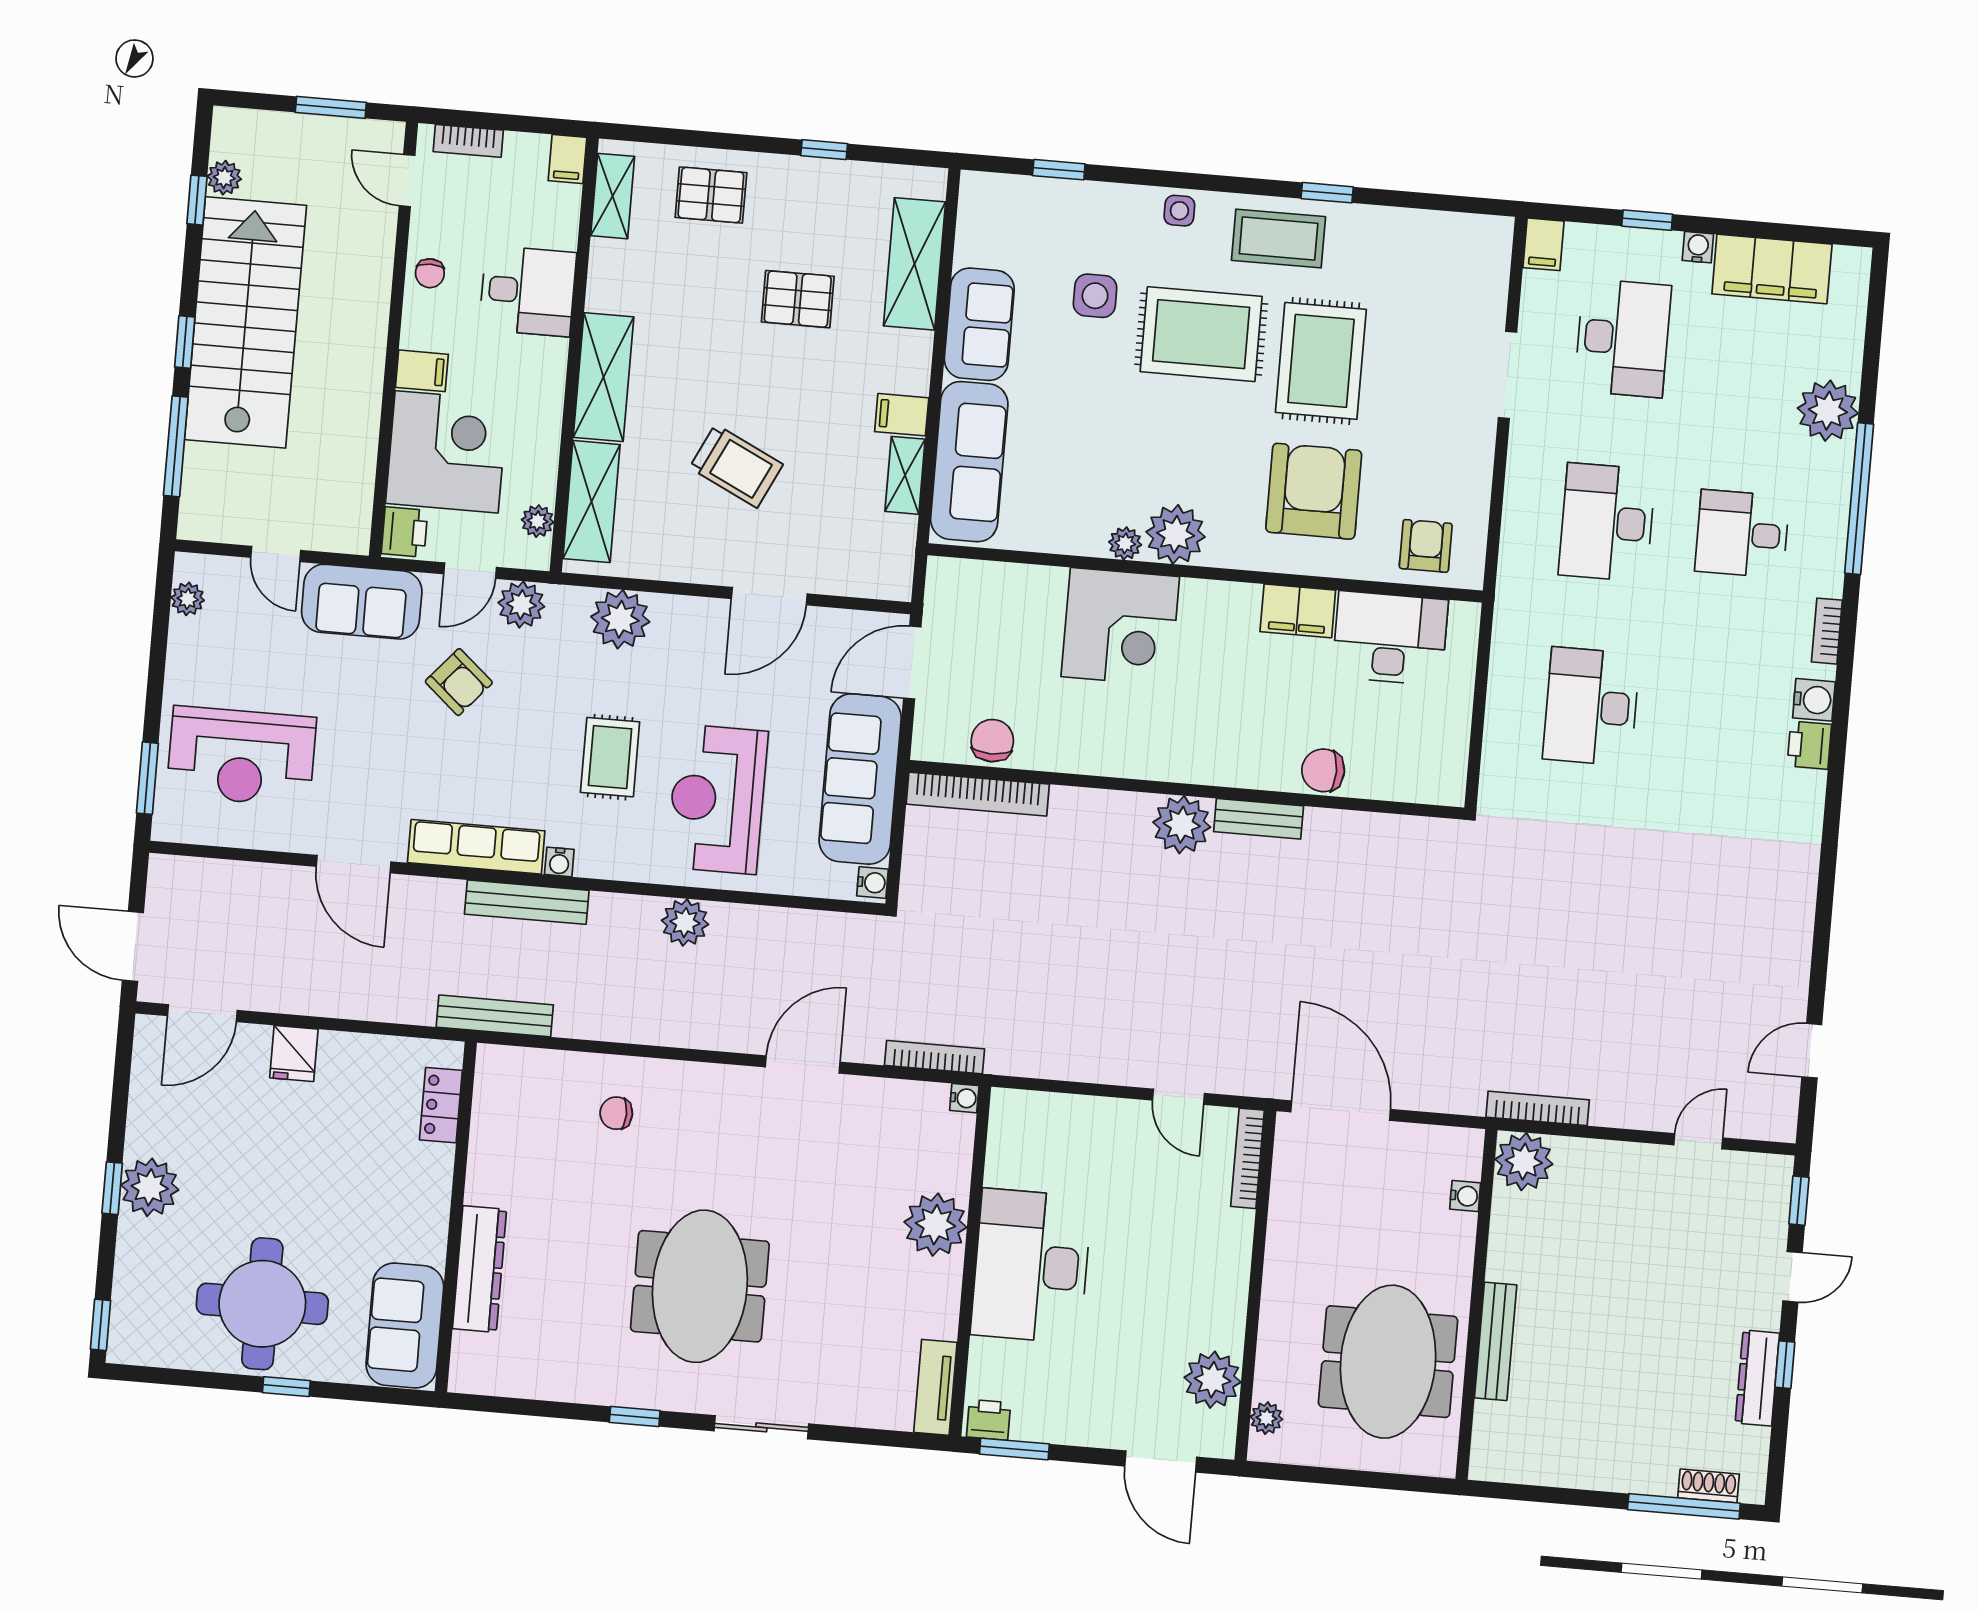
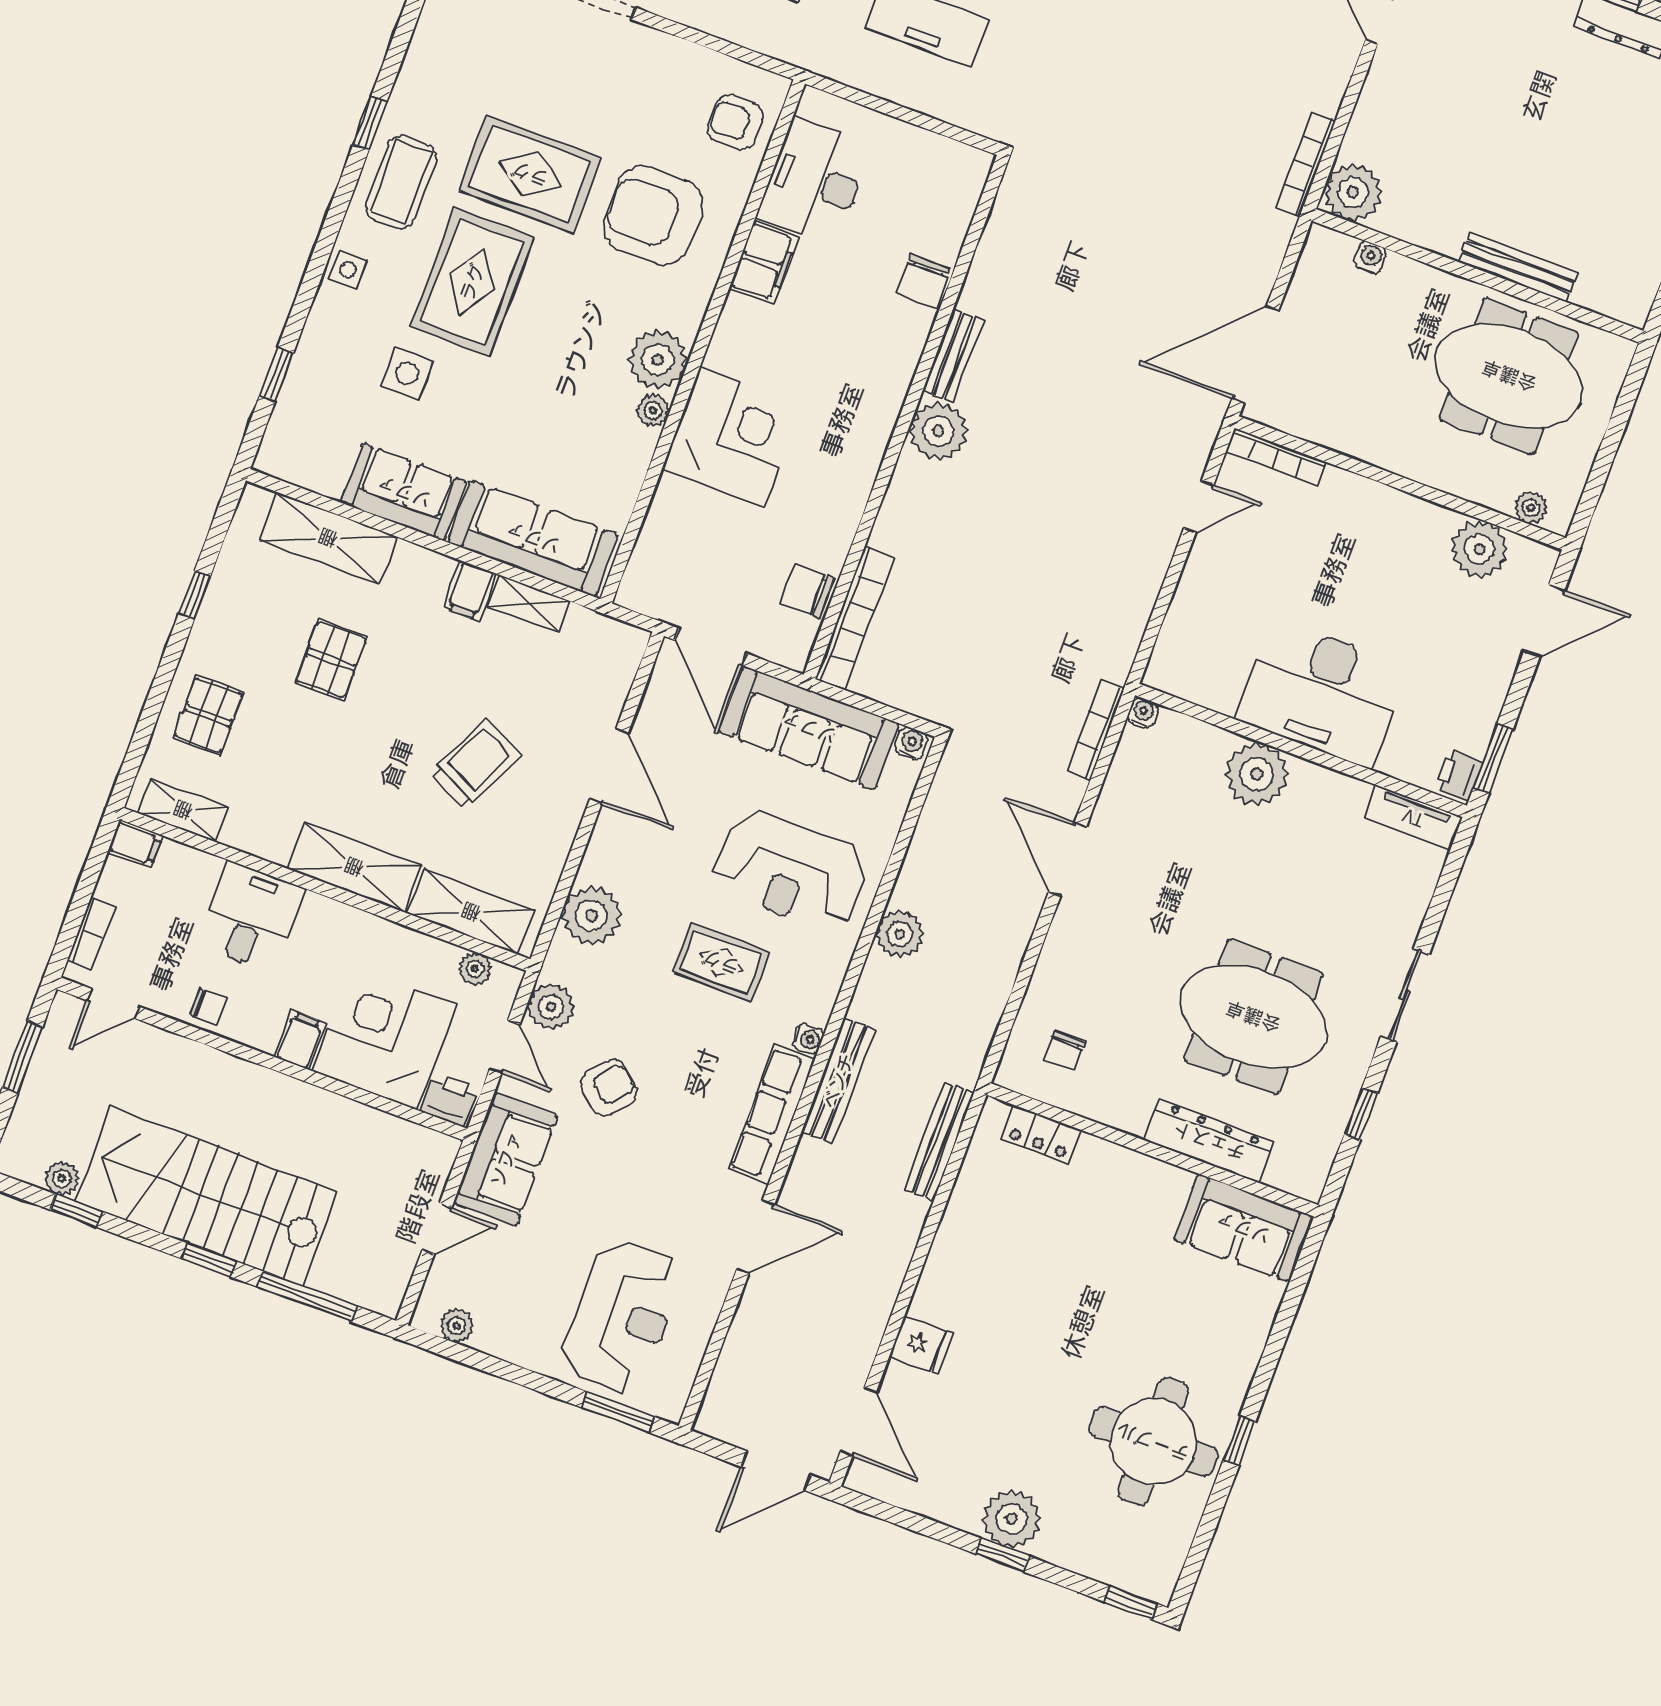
locker: (441, 1105) -> (1041, 1134), moved
wall: (456, 1217) -> (1152, 1150), moved
dresser: (480, 1269) -> (1209, 1141), moved
sofa: (405, 1326) -> (1243, 1228), moved

